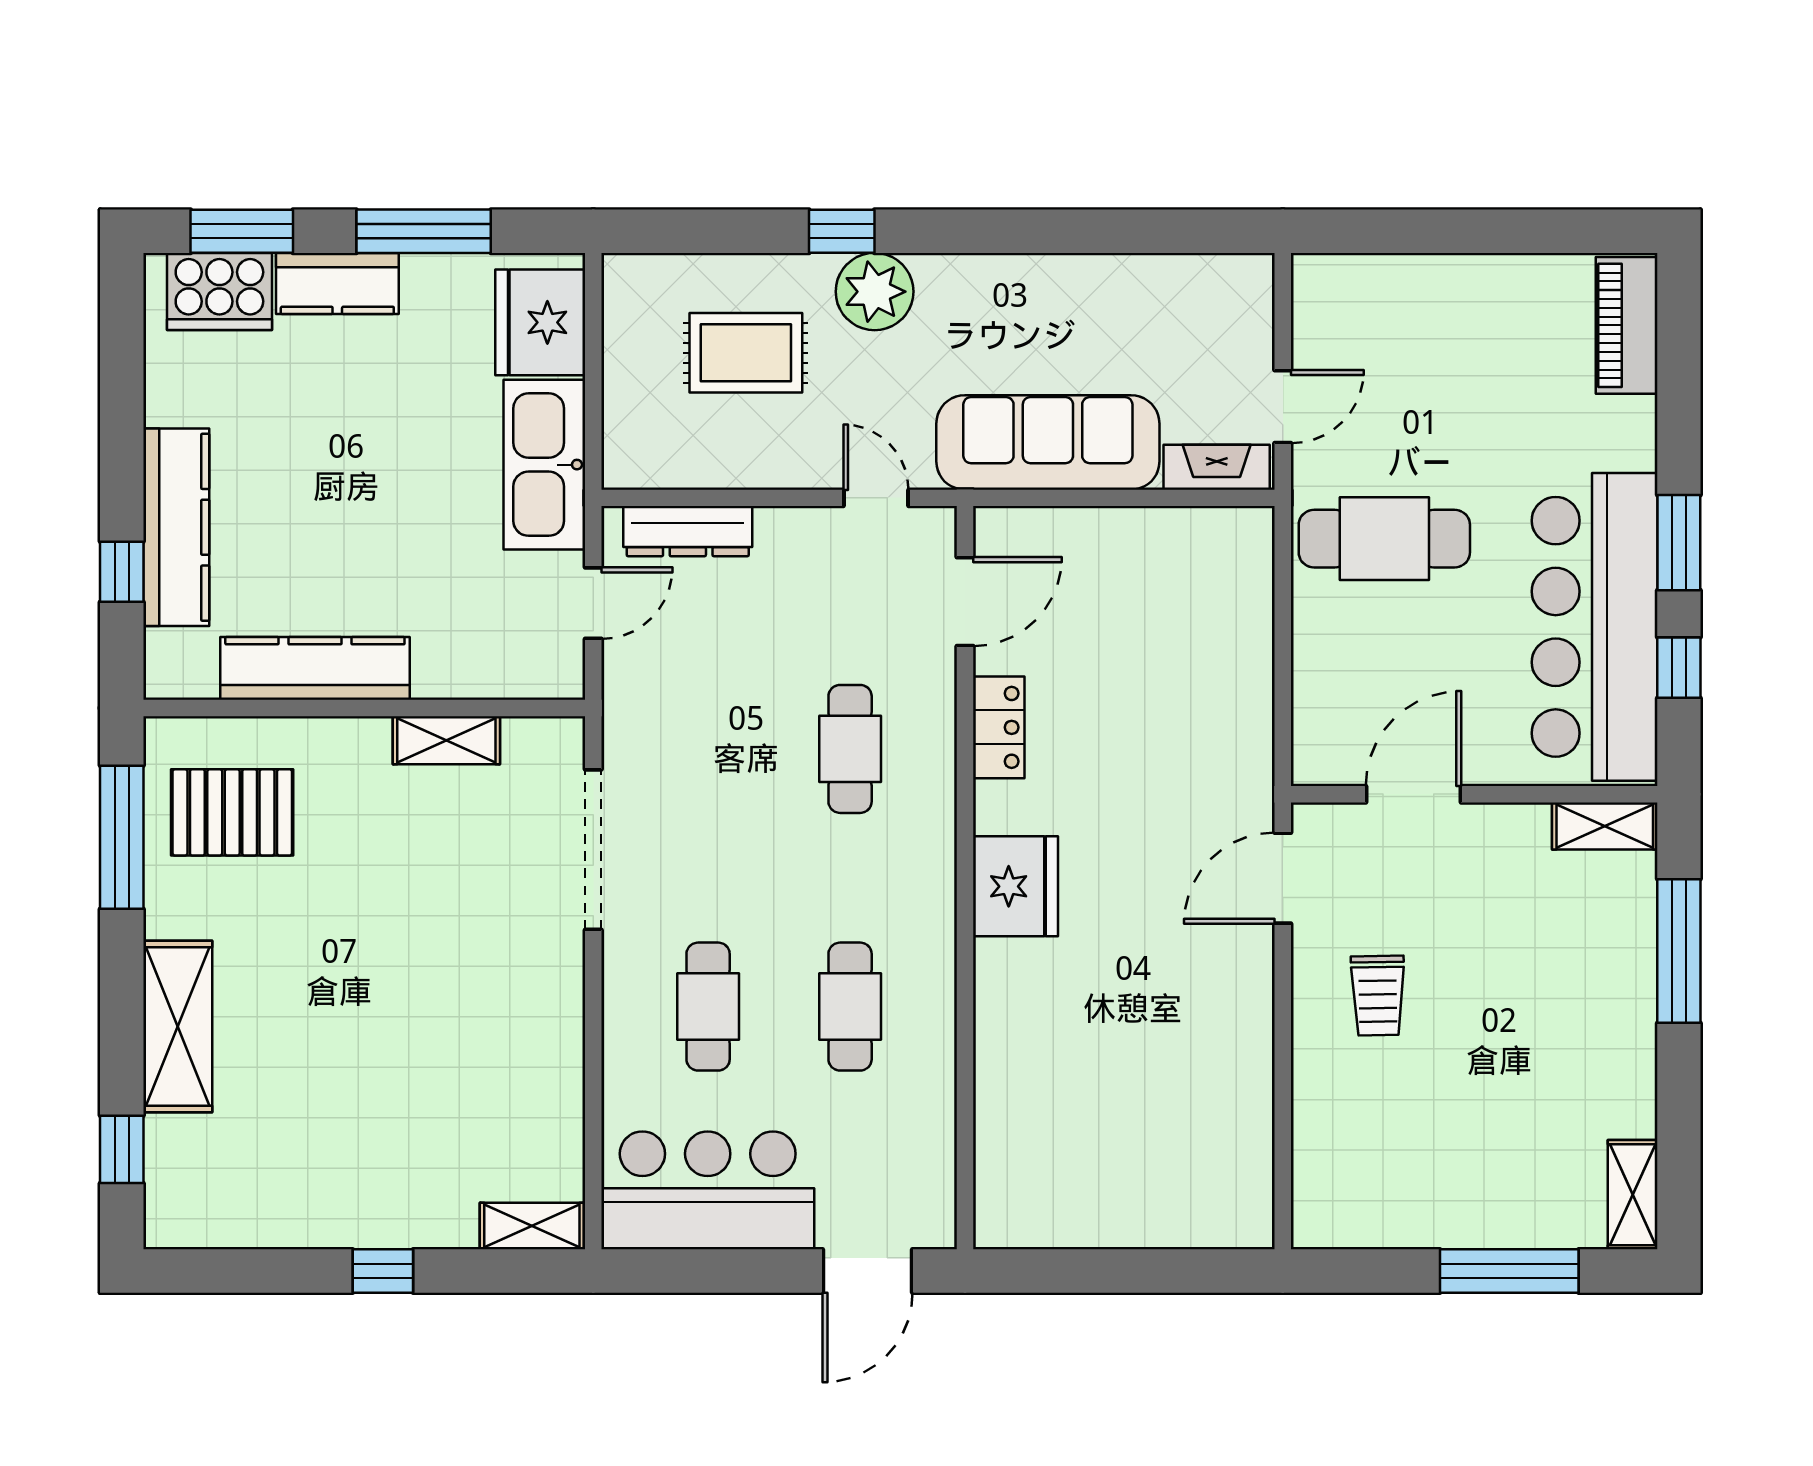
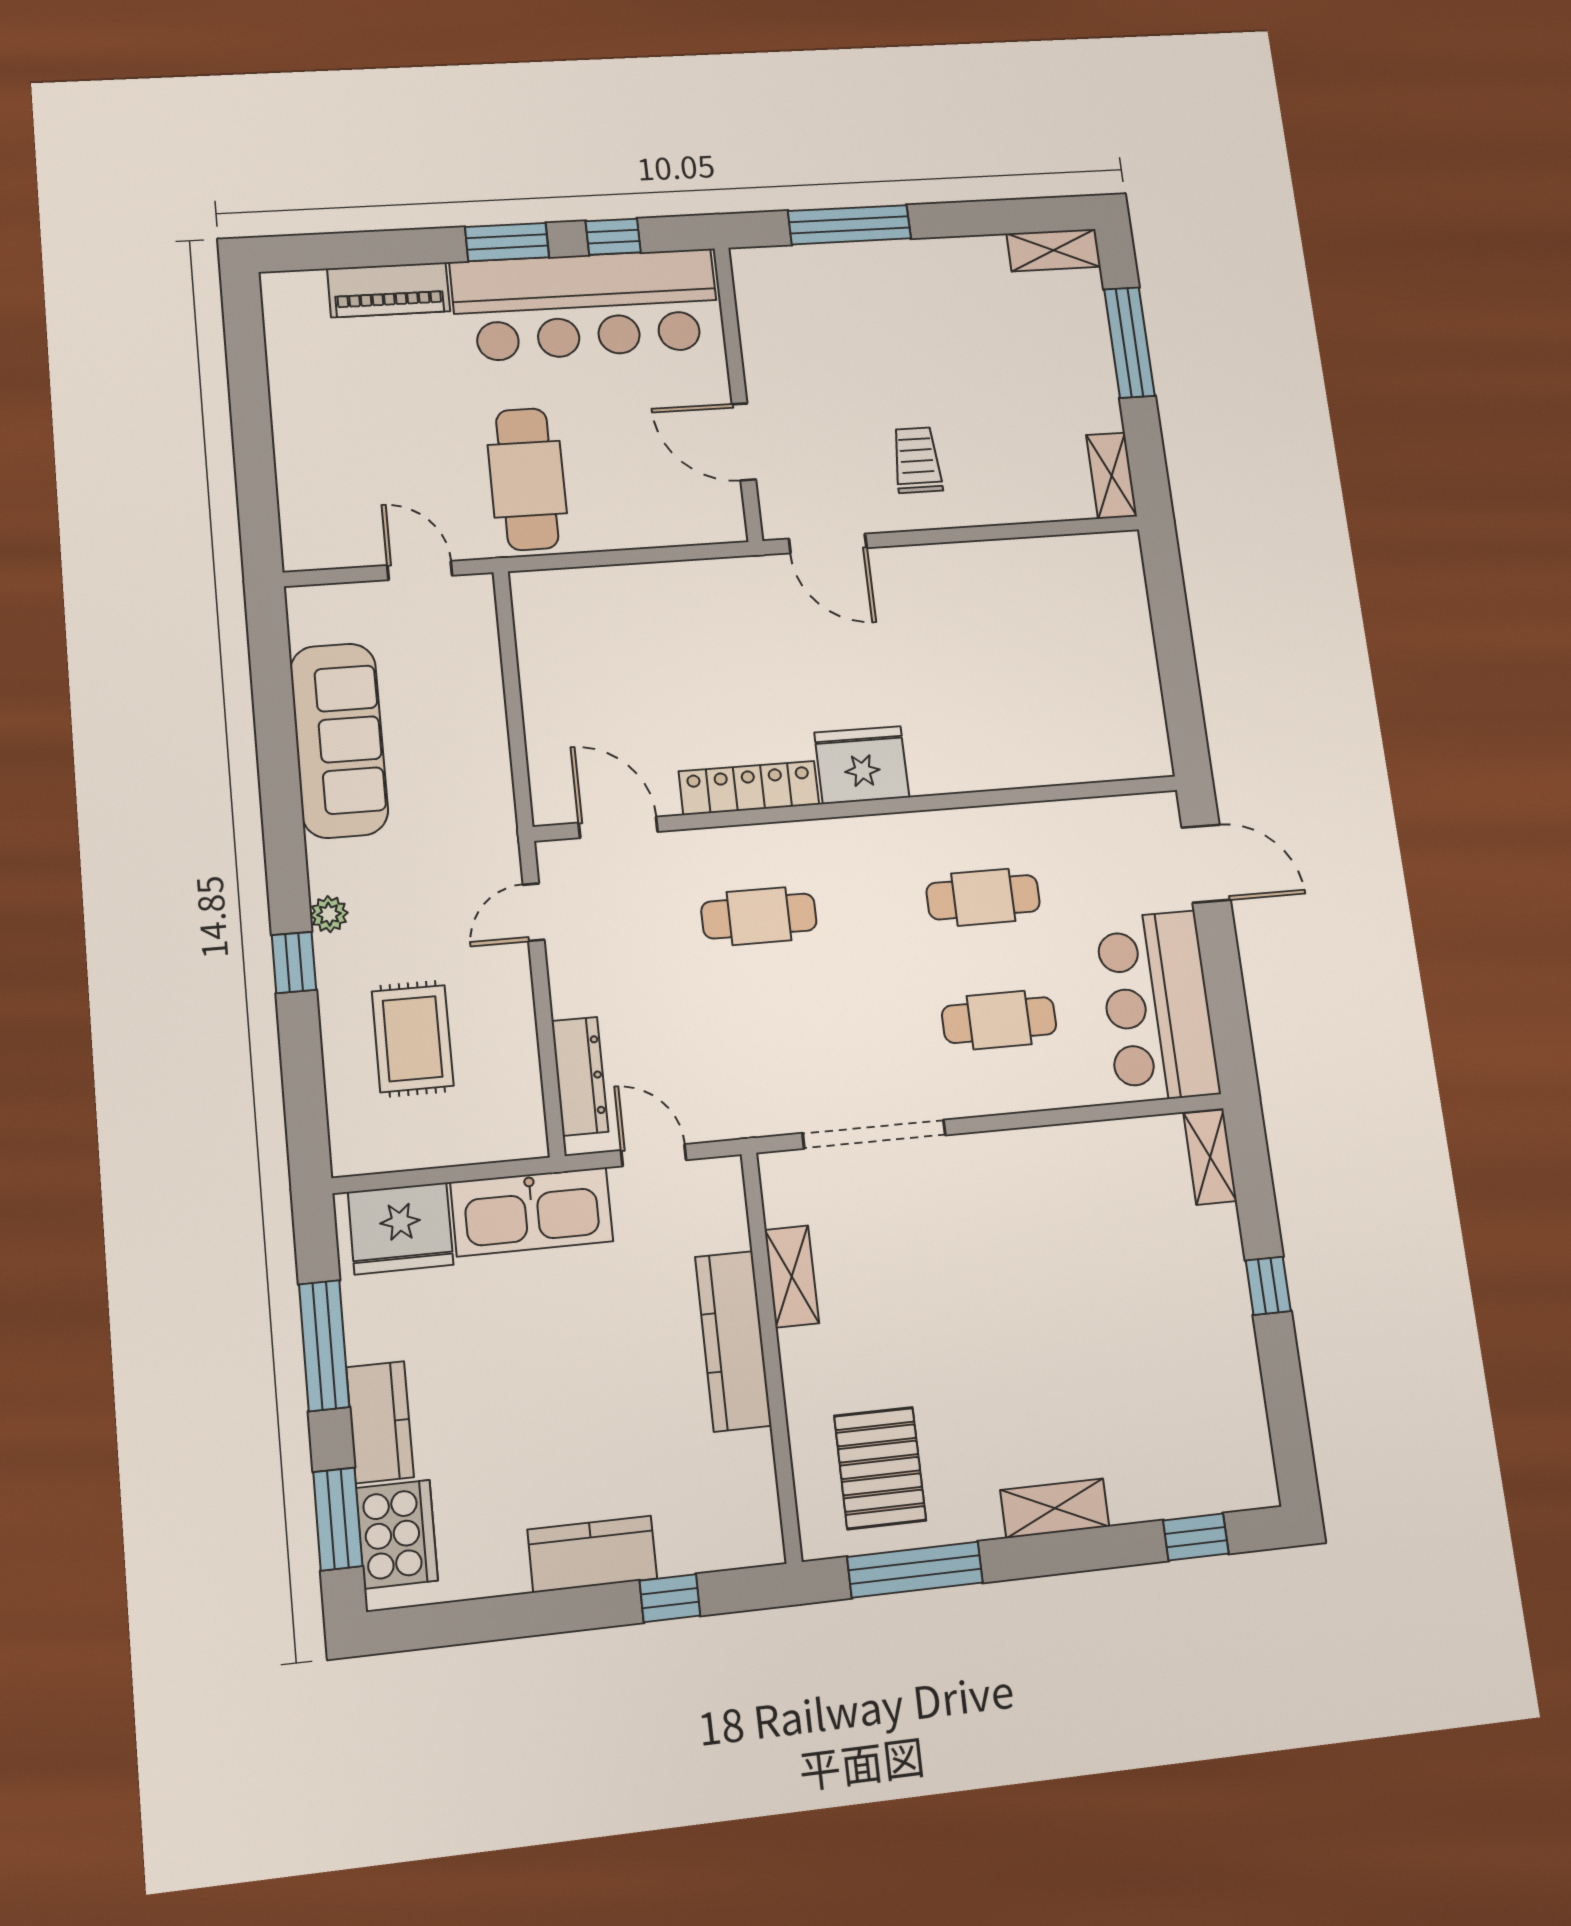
plant: (875, 292) -> (329, 914), width x0.53, depth x0.53
piano: (1627, 325) -> (389, 290), moved
sofa: (1048, 442) -> (339, 740), moved, turned 180
fireplace: (1217, 467) -> (478, 622), removed
kitchen counter: (176, 527) -> (592, 1554), width x0.67
kitchen counter: (315, 668) -> (733, 1341), moved
locker: (999, 727) -> (749, 788), width x1.53
shelving: (1605, 826) -> (1112, 476), moved
trolley: (1378, 996) -> (917, 460), turned -89
shelving: (178, 1026) -> (1055, 1508), width x0.67, depth x0.75

